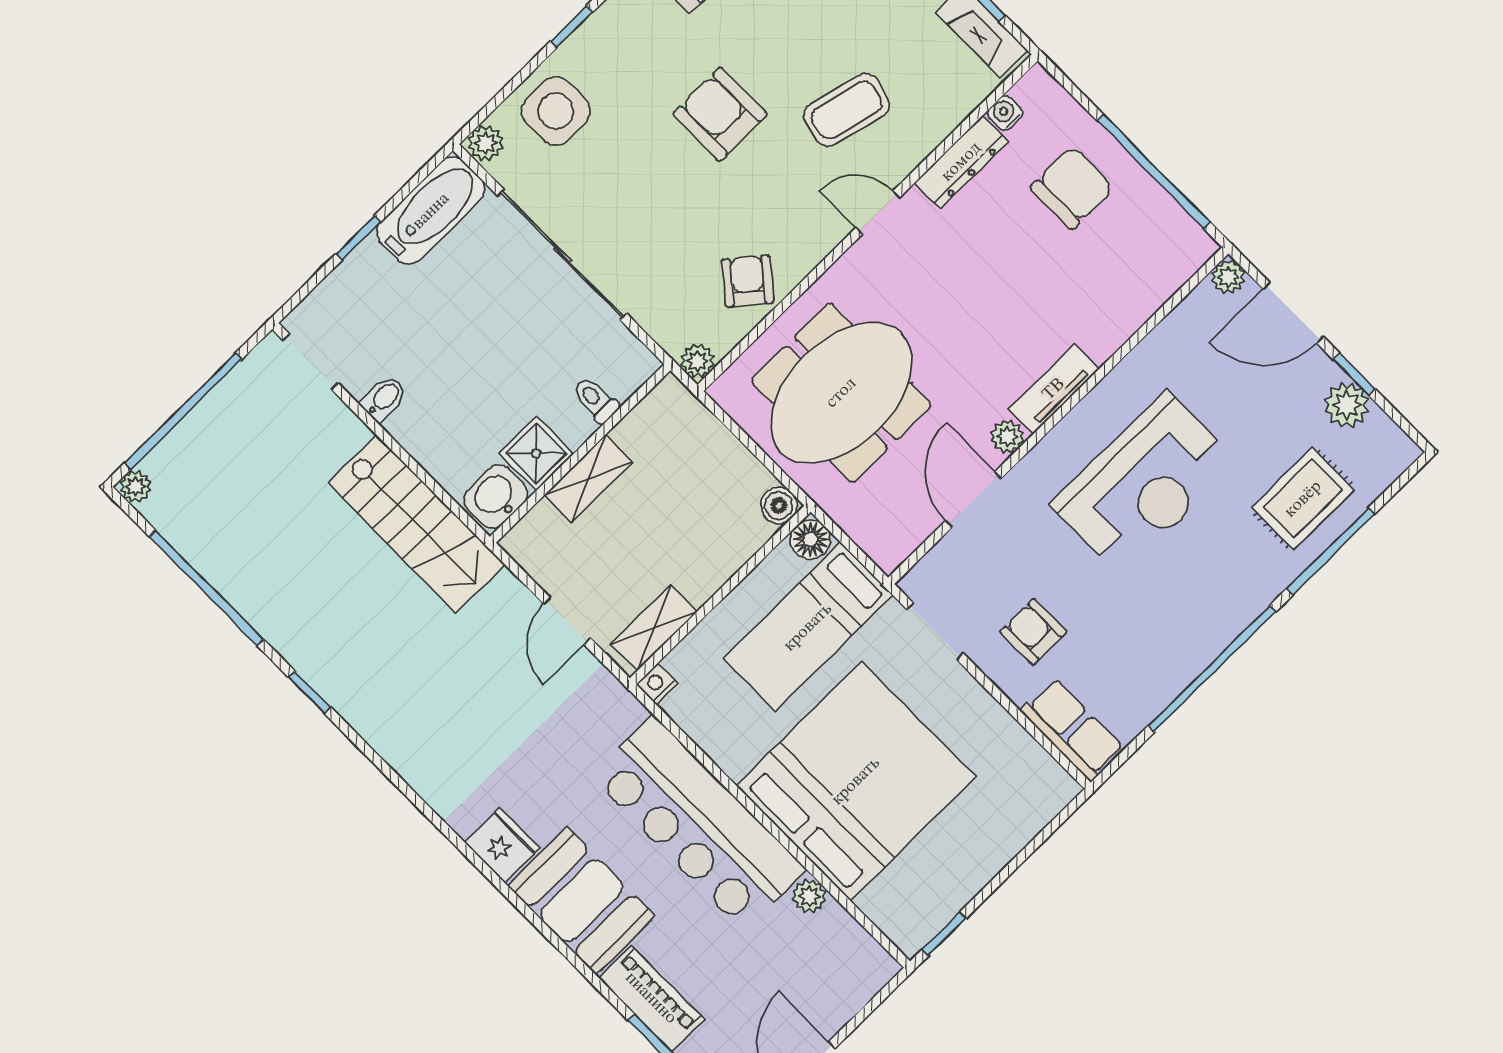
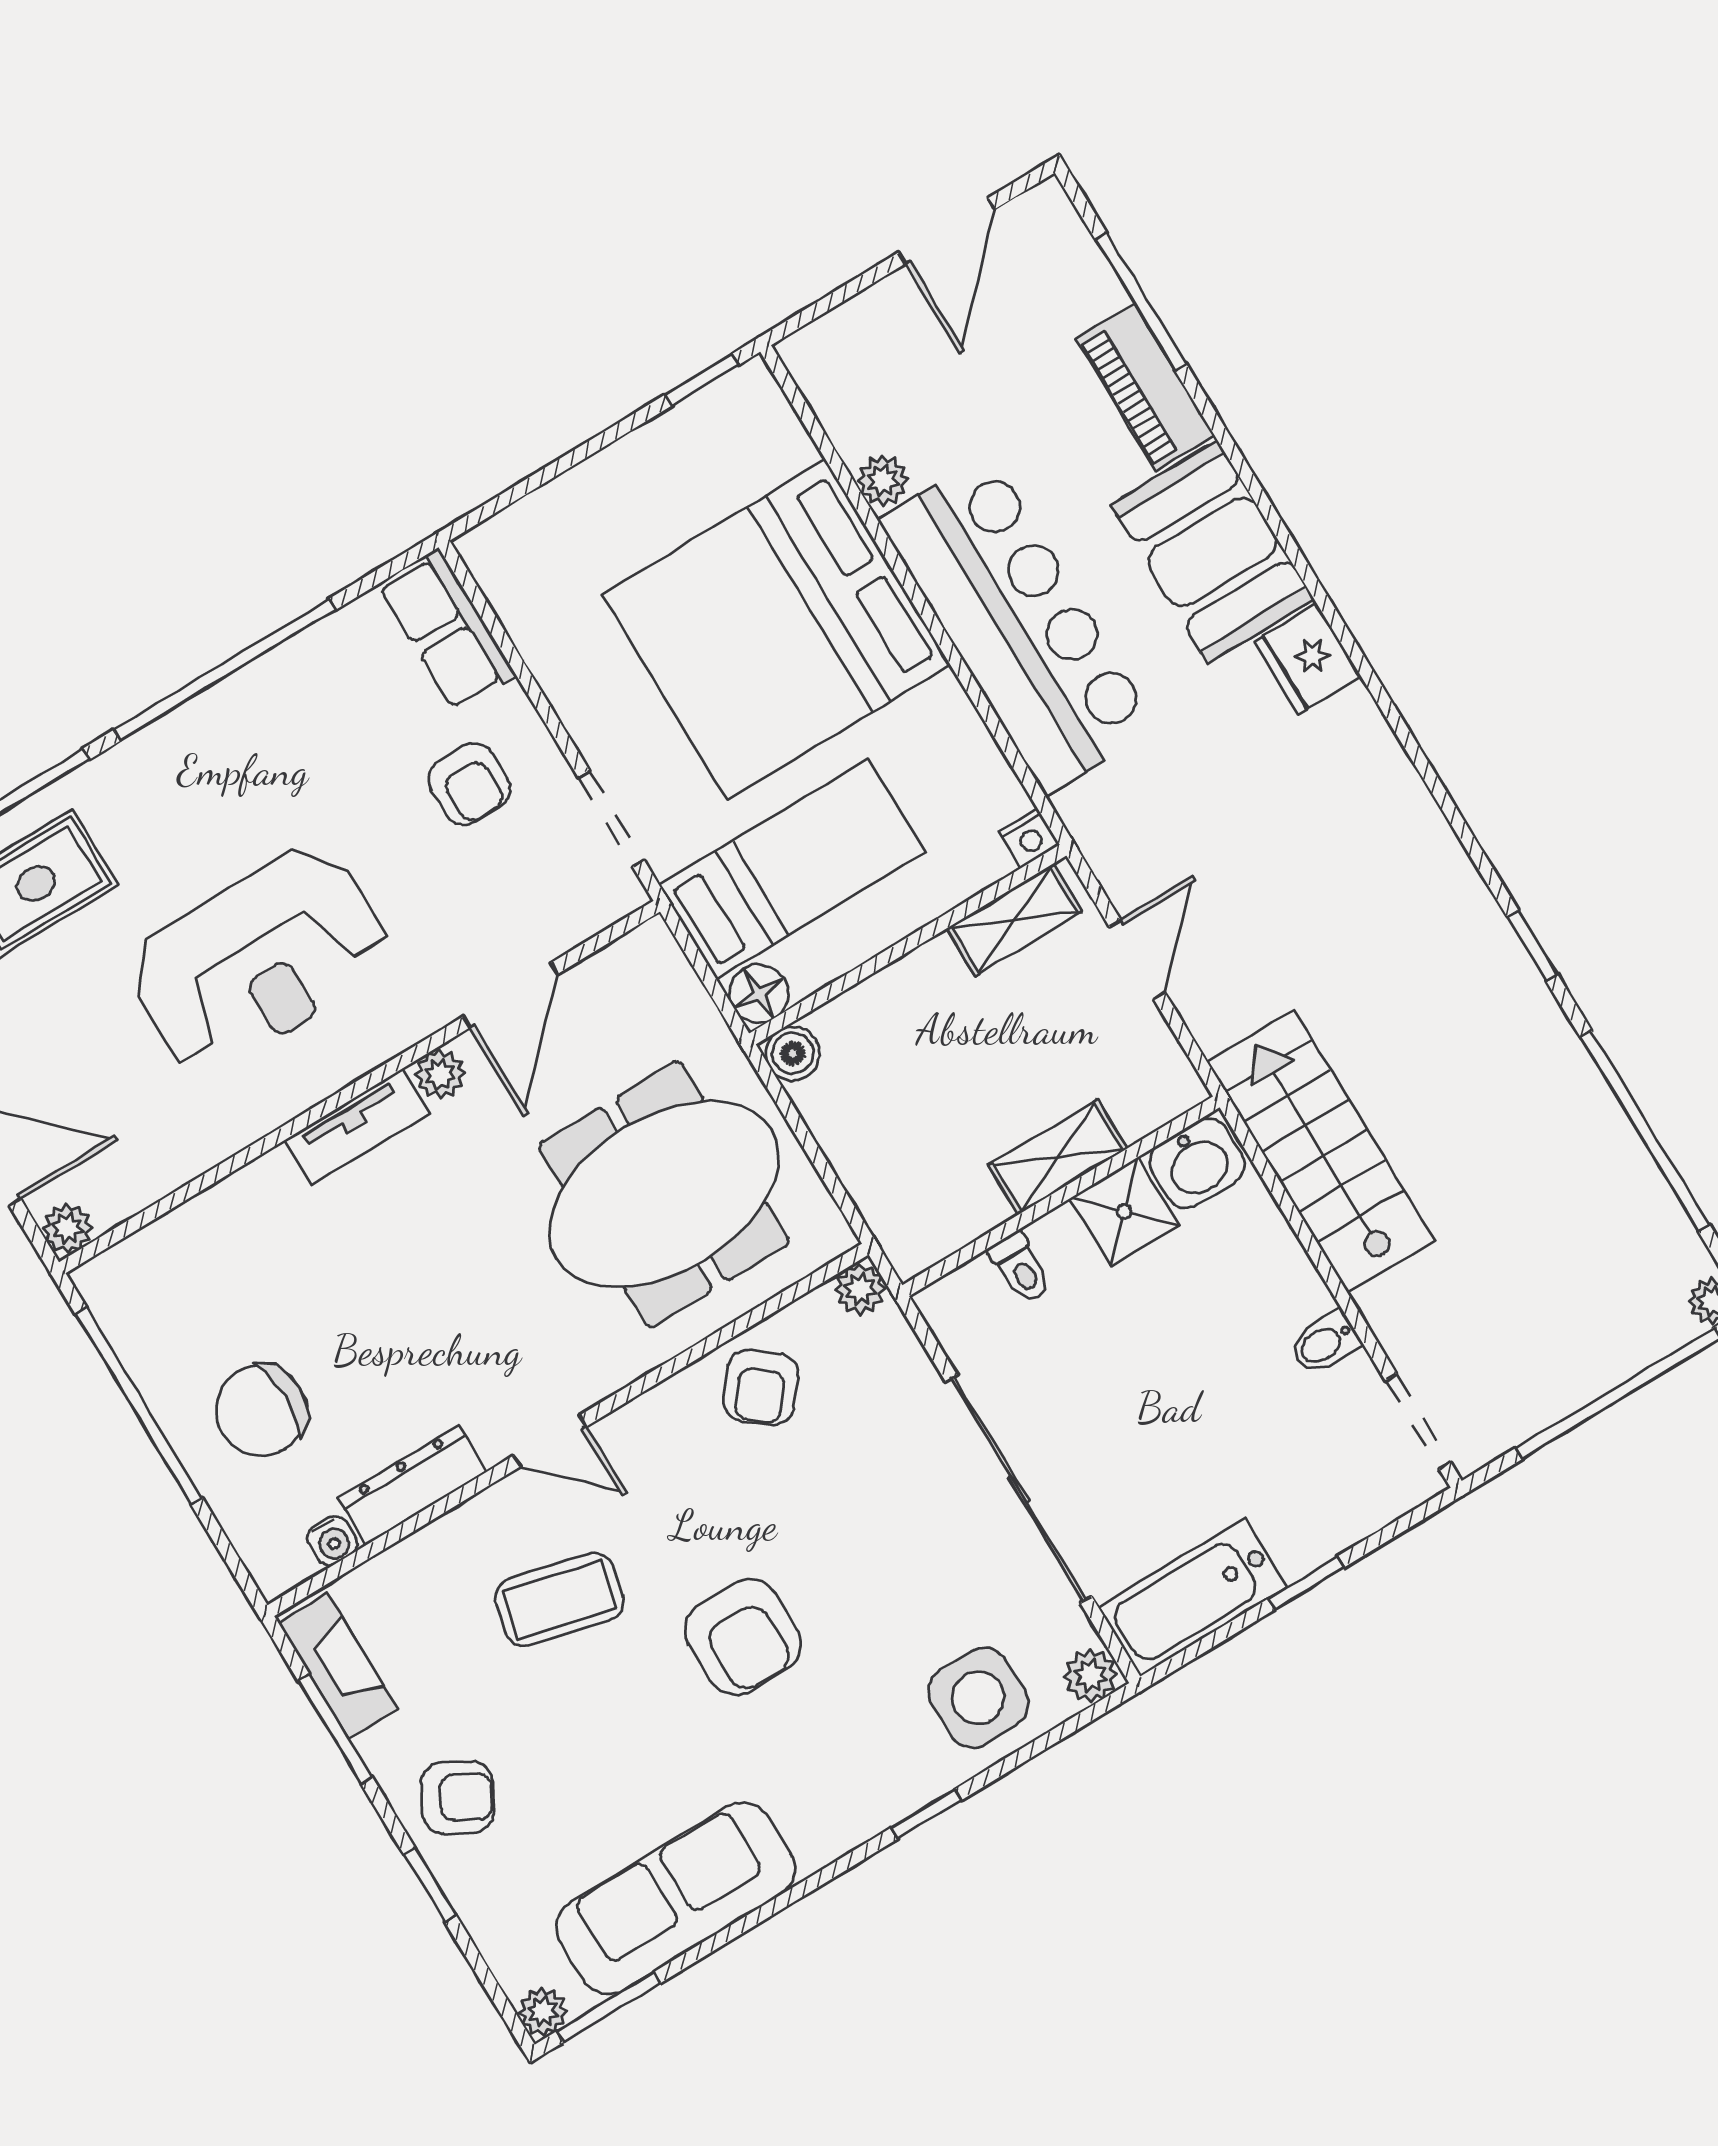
reception desk: (1144, 483) -> (259, 960), turned 180

